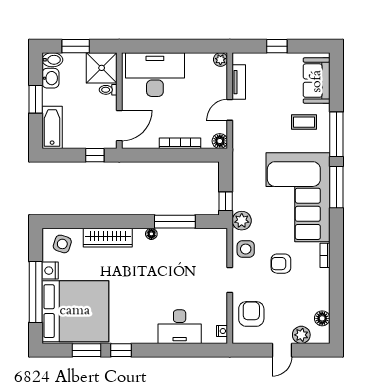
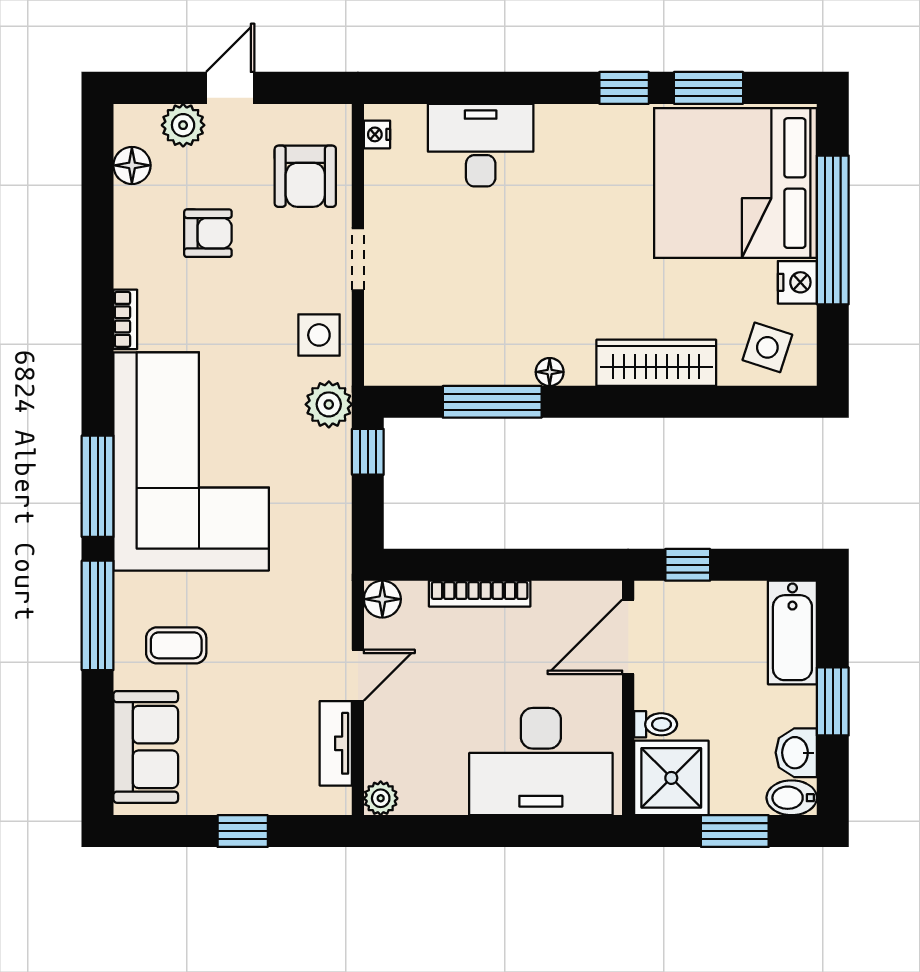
armchair: (281, 264) -> (208, 233), moved

